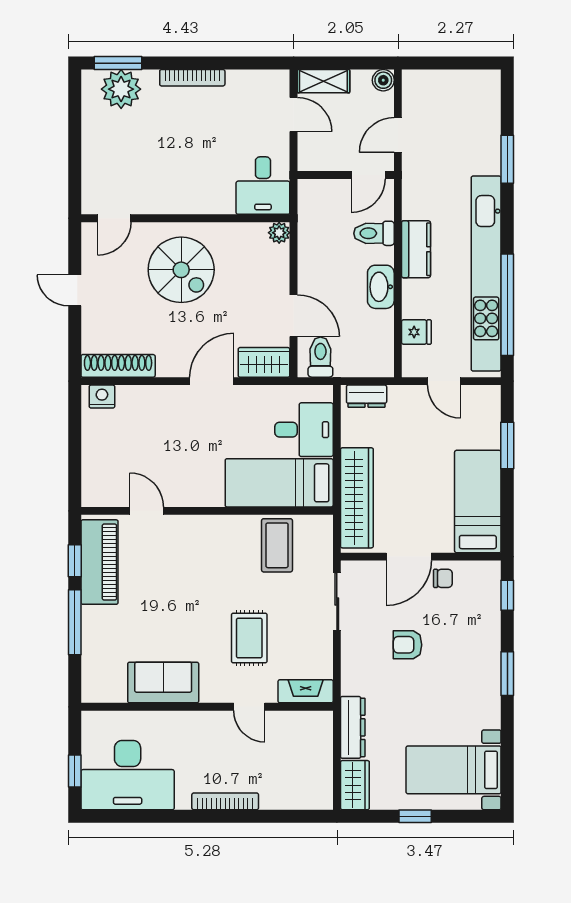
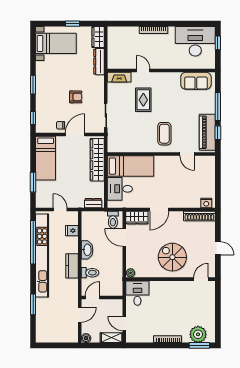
coffee table: (277, 545) -> (164, 134), moved
sofa: (163, 683) -> (196, 81), moved

